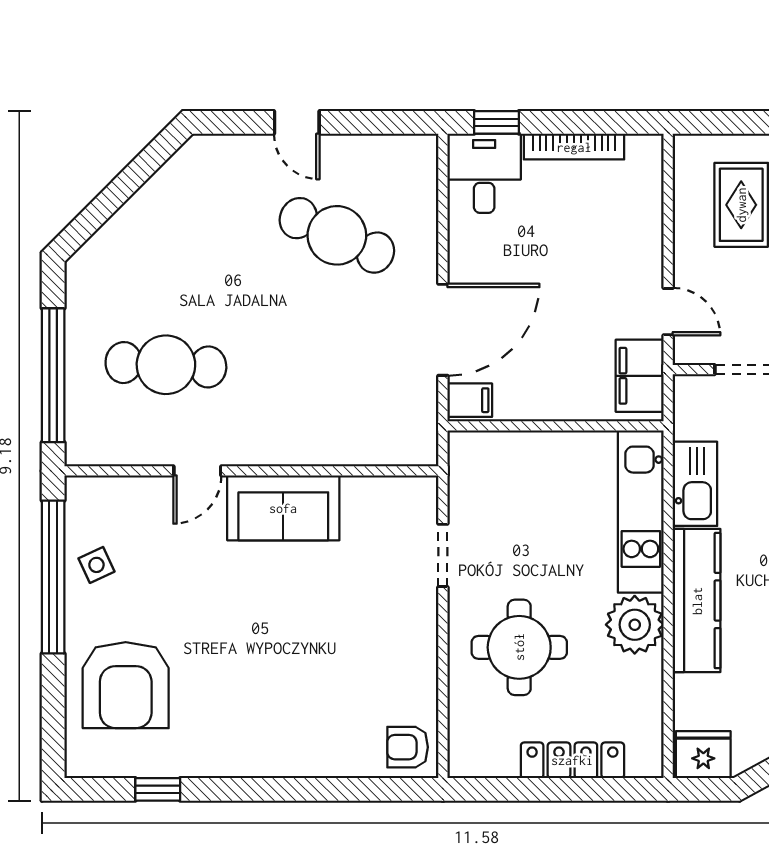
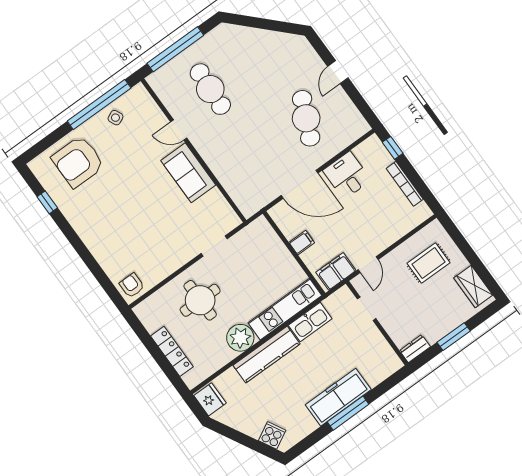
desk: (484, 173) -> (347, 175), moved, turned -90
filing cabinet: (470, 400) -> (302, 243), moved, turned -90

